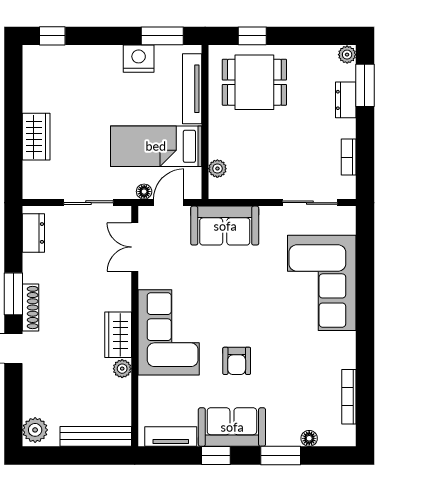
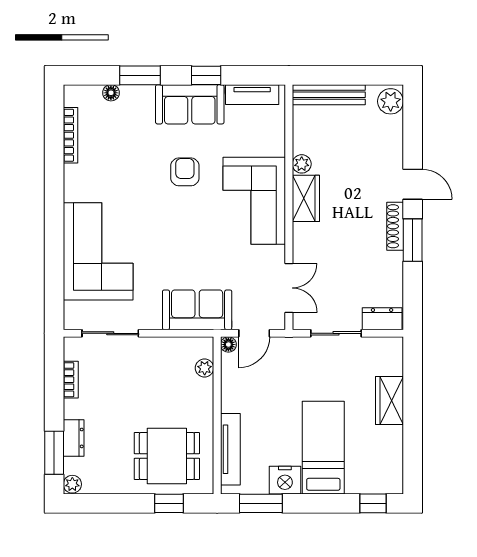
bed: (156, 146) -> (323, 448), moved, turned -90
floor lamp: (144, 192) -> (228, 345), moved
dresser: (33, 233) -> (382, 319), moved, turned 90

